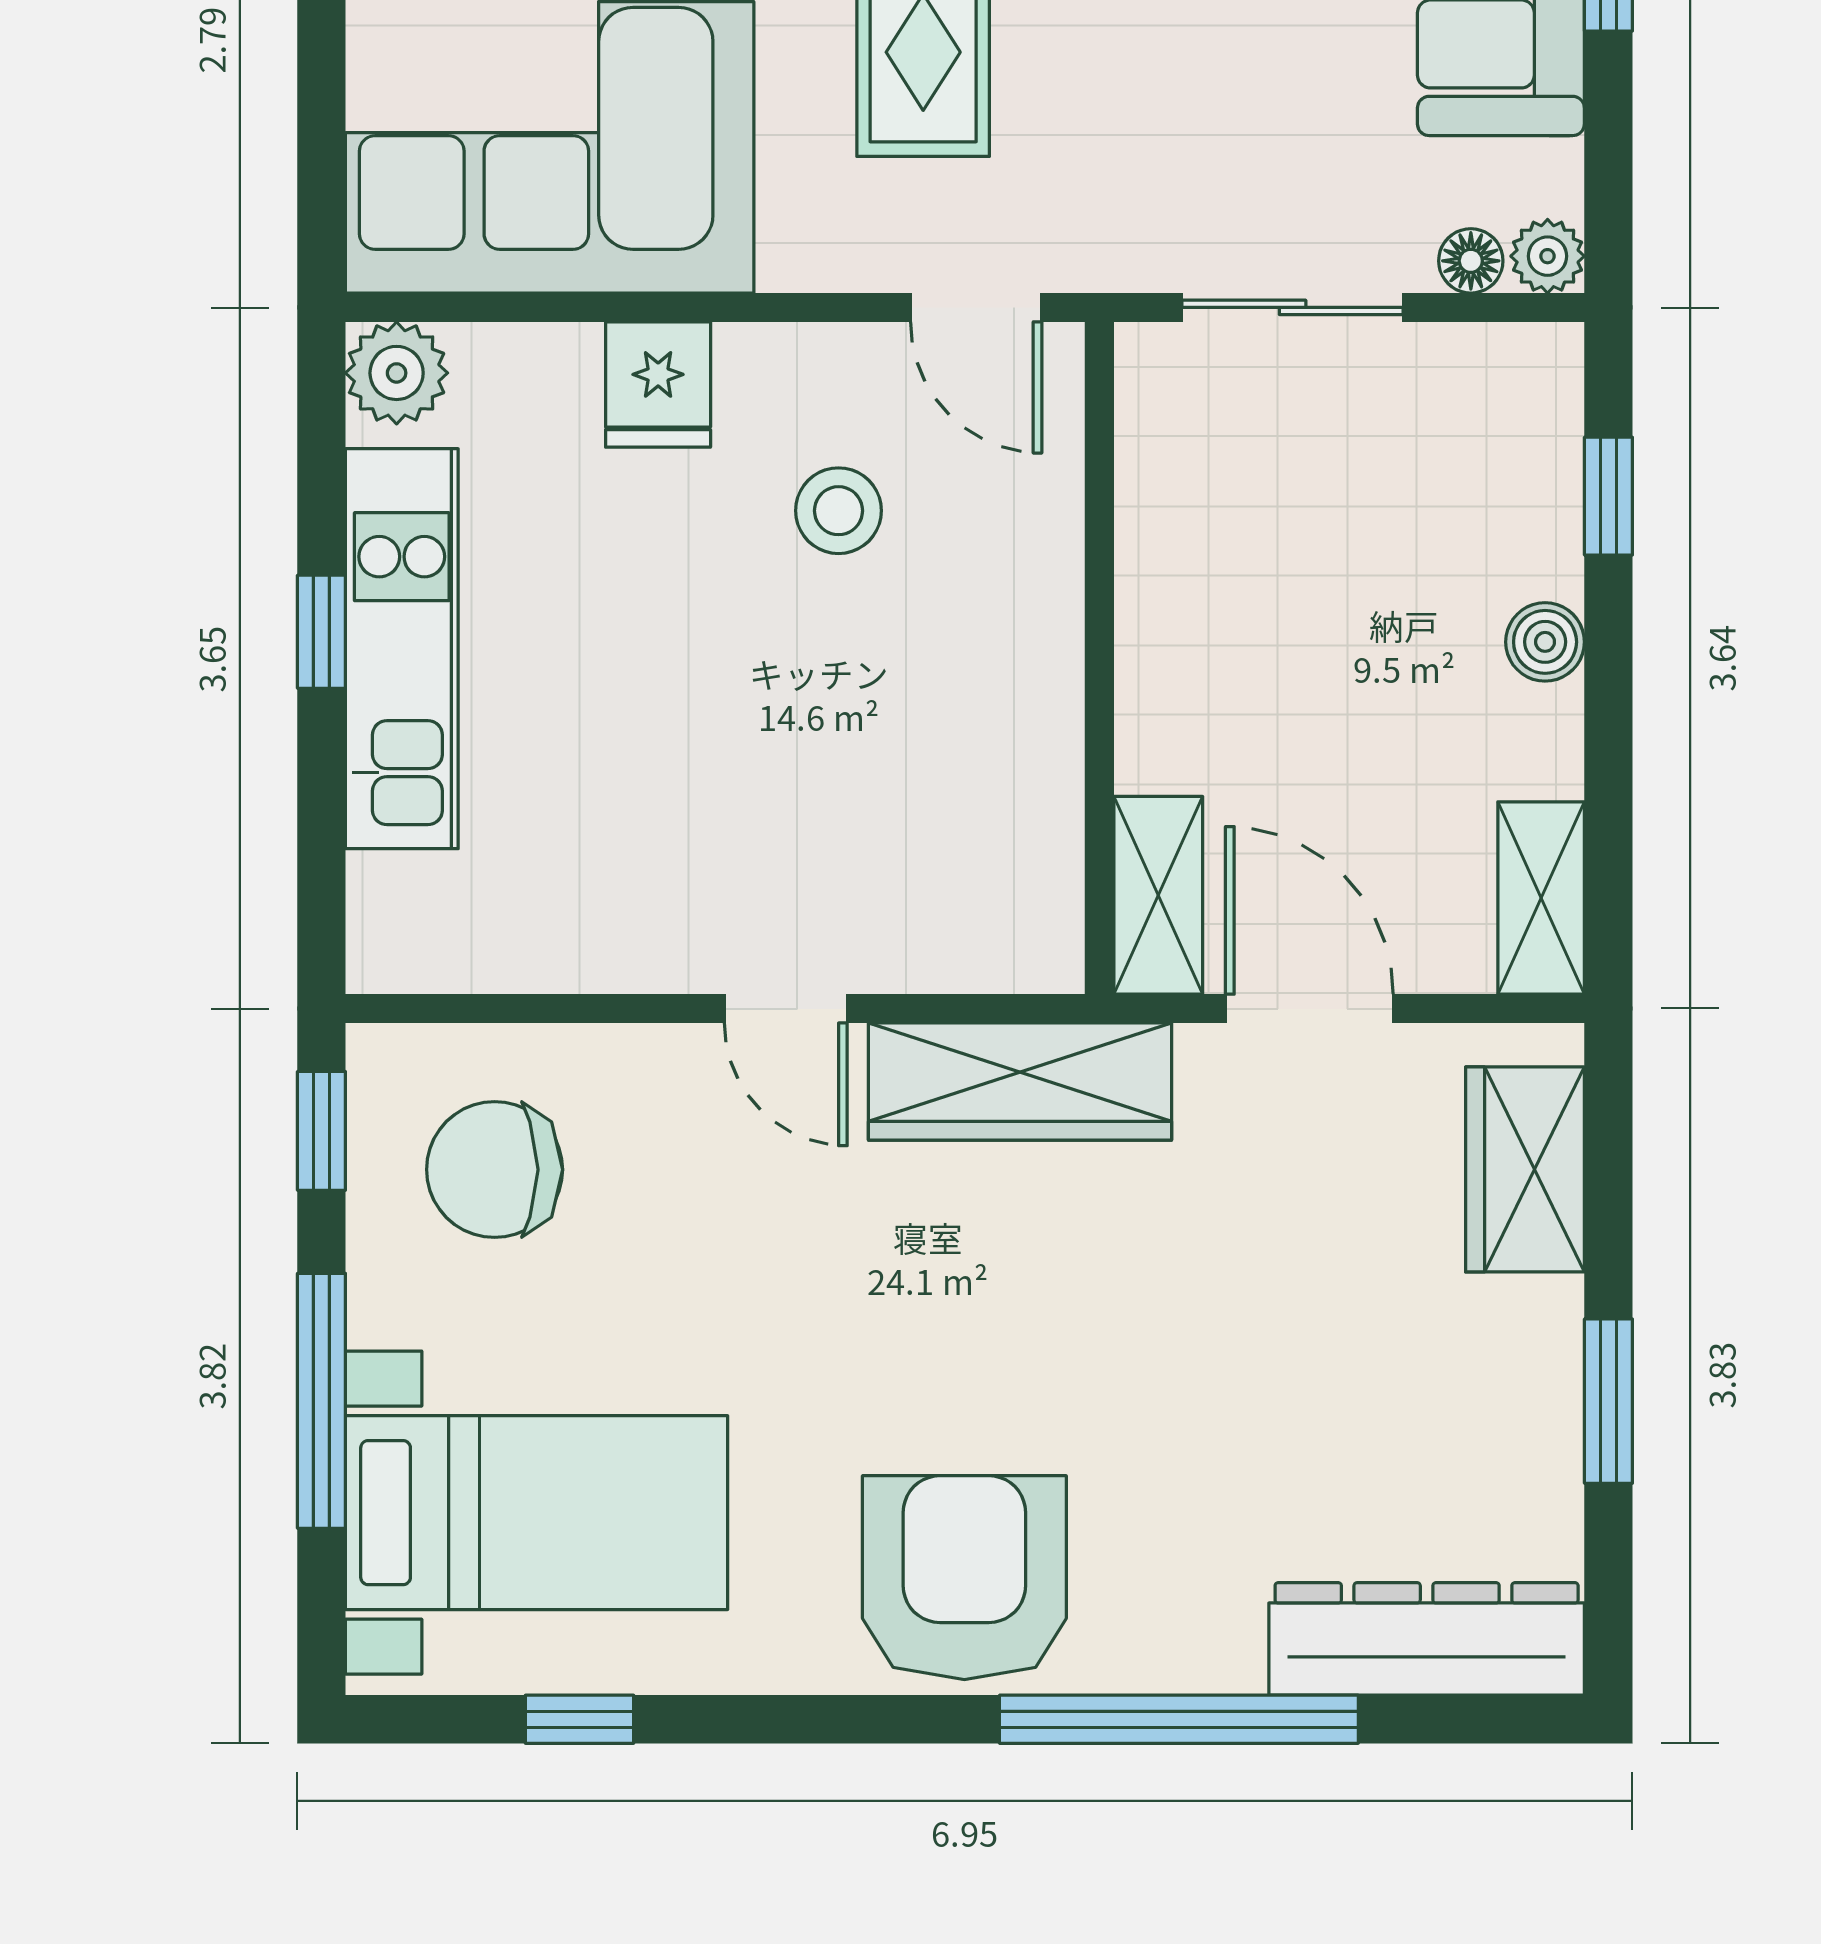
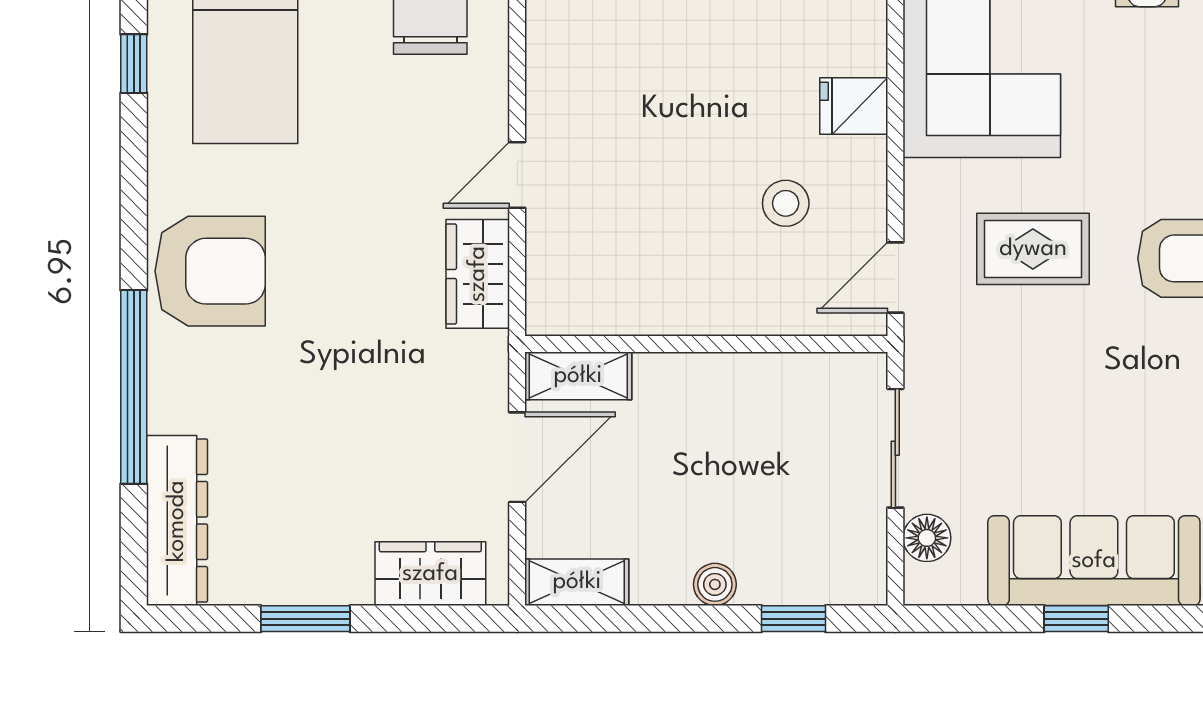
plant: (1548, 256) -> (923, 586), removed
floor lamp: (1471, 261) -> (927, 538), width x1.37, depth x1.37
wardrobe: (1020, 1082) -> (478, 274), width x0.67

